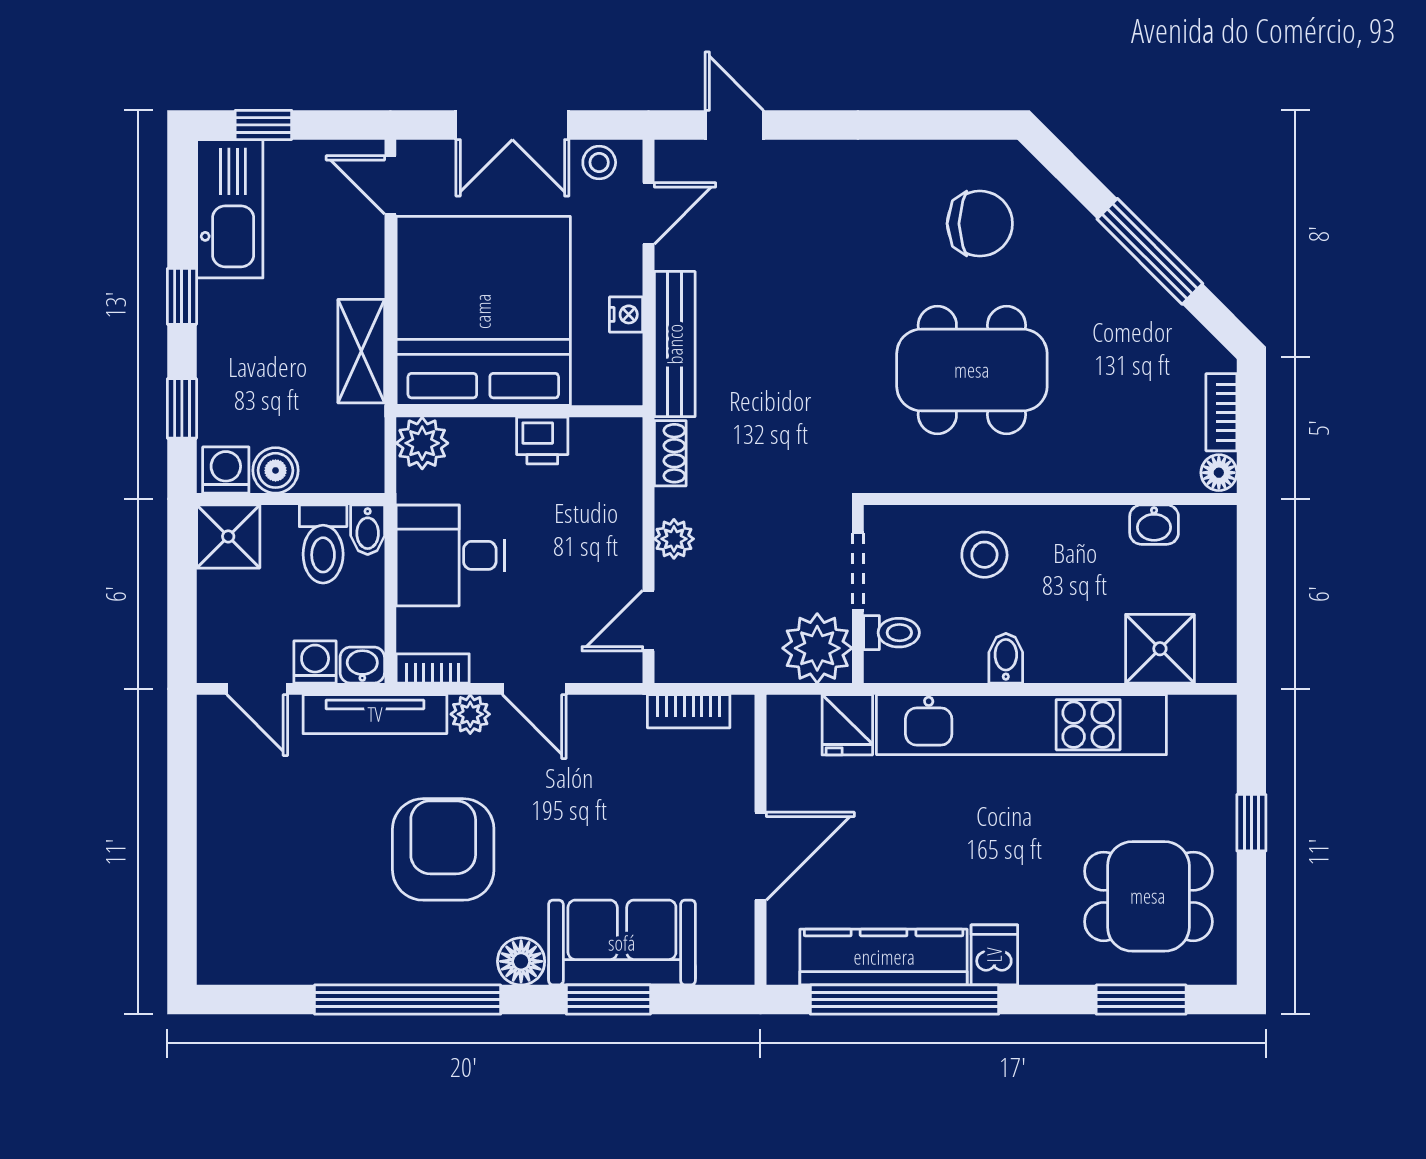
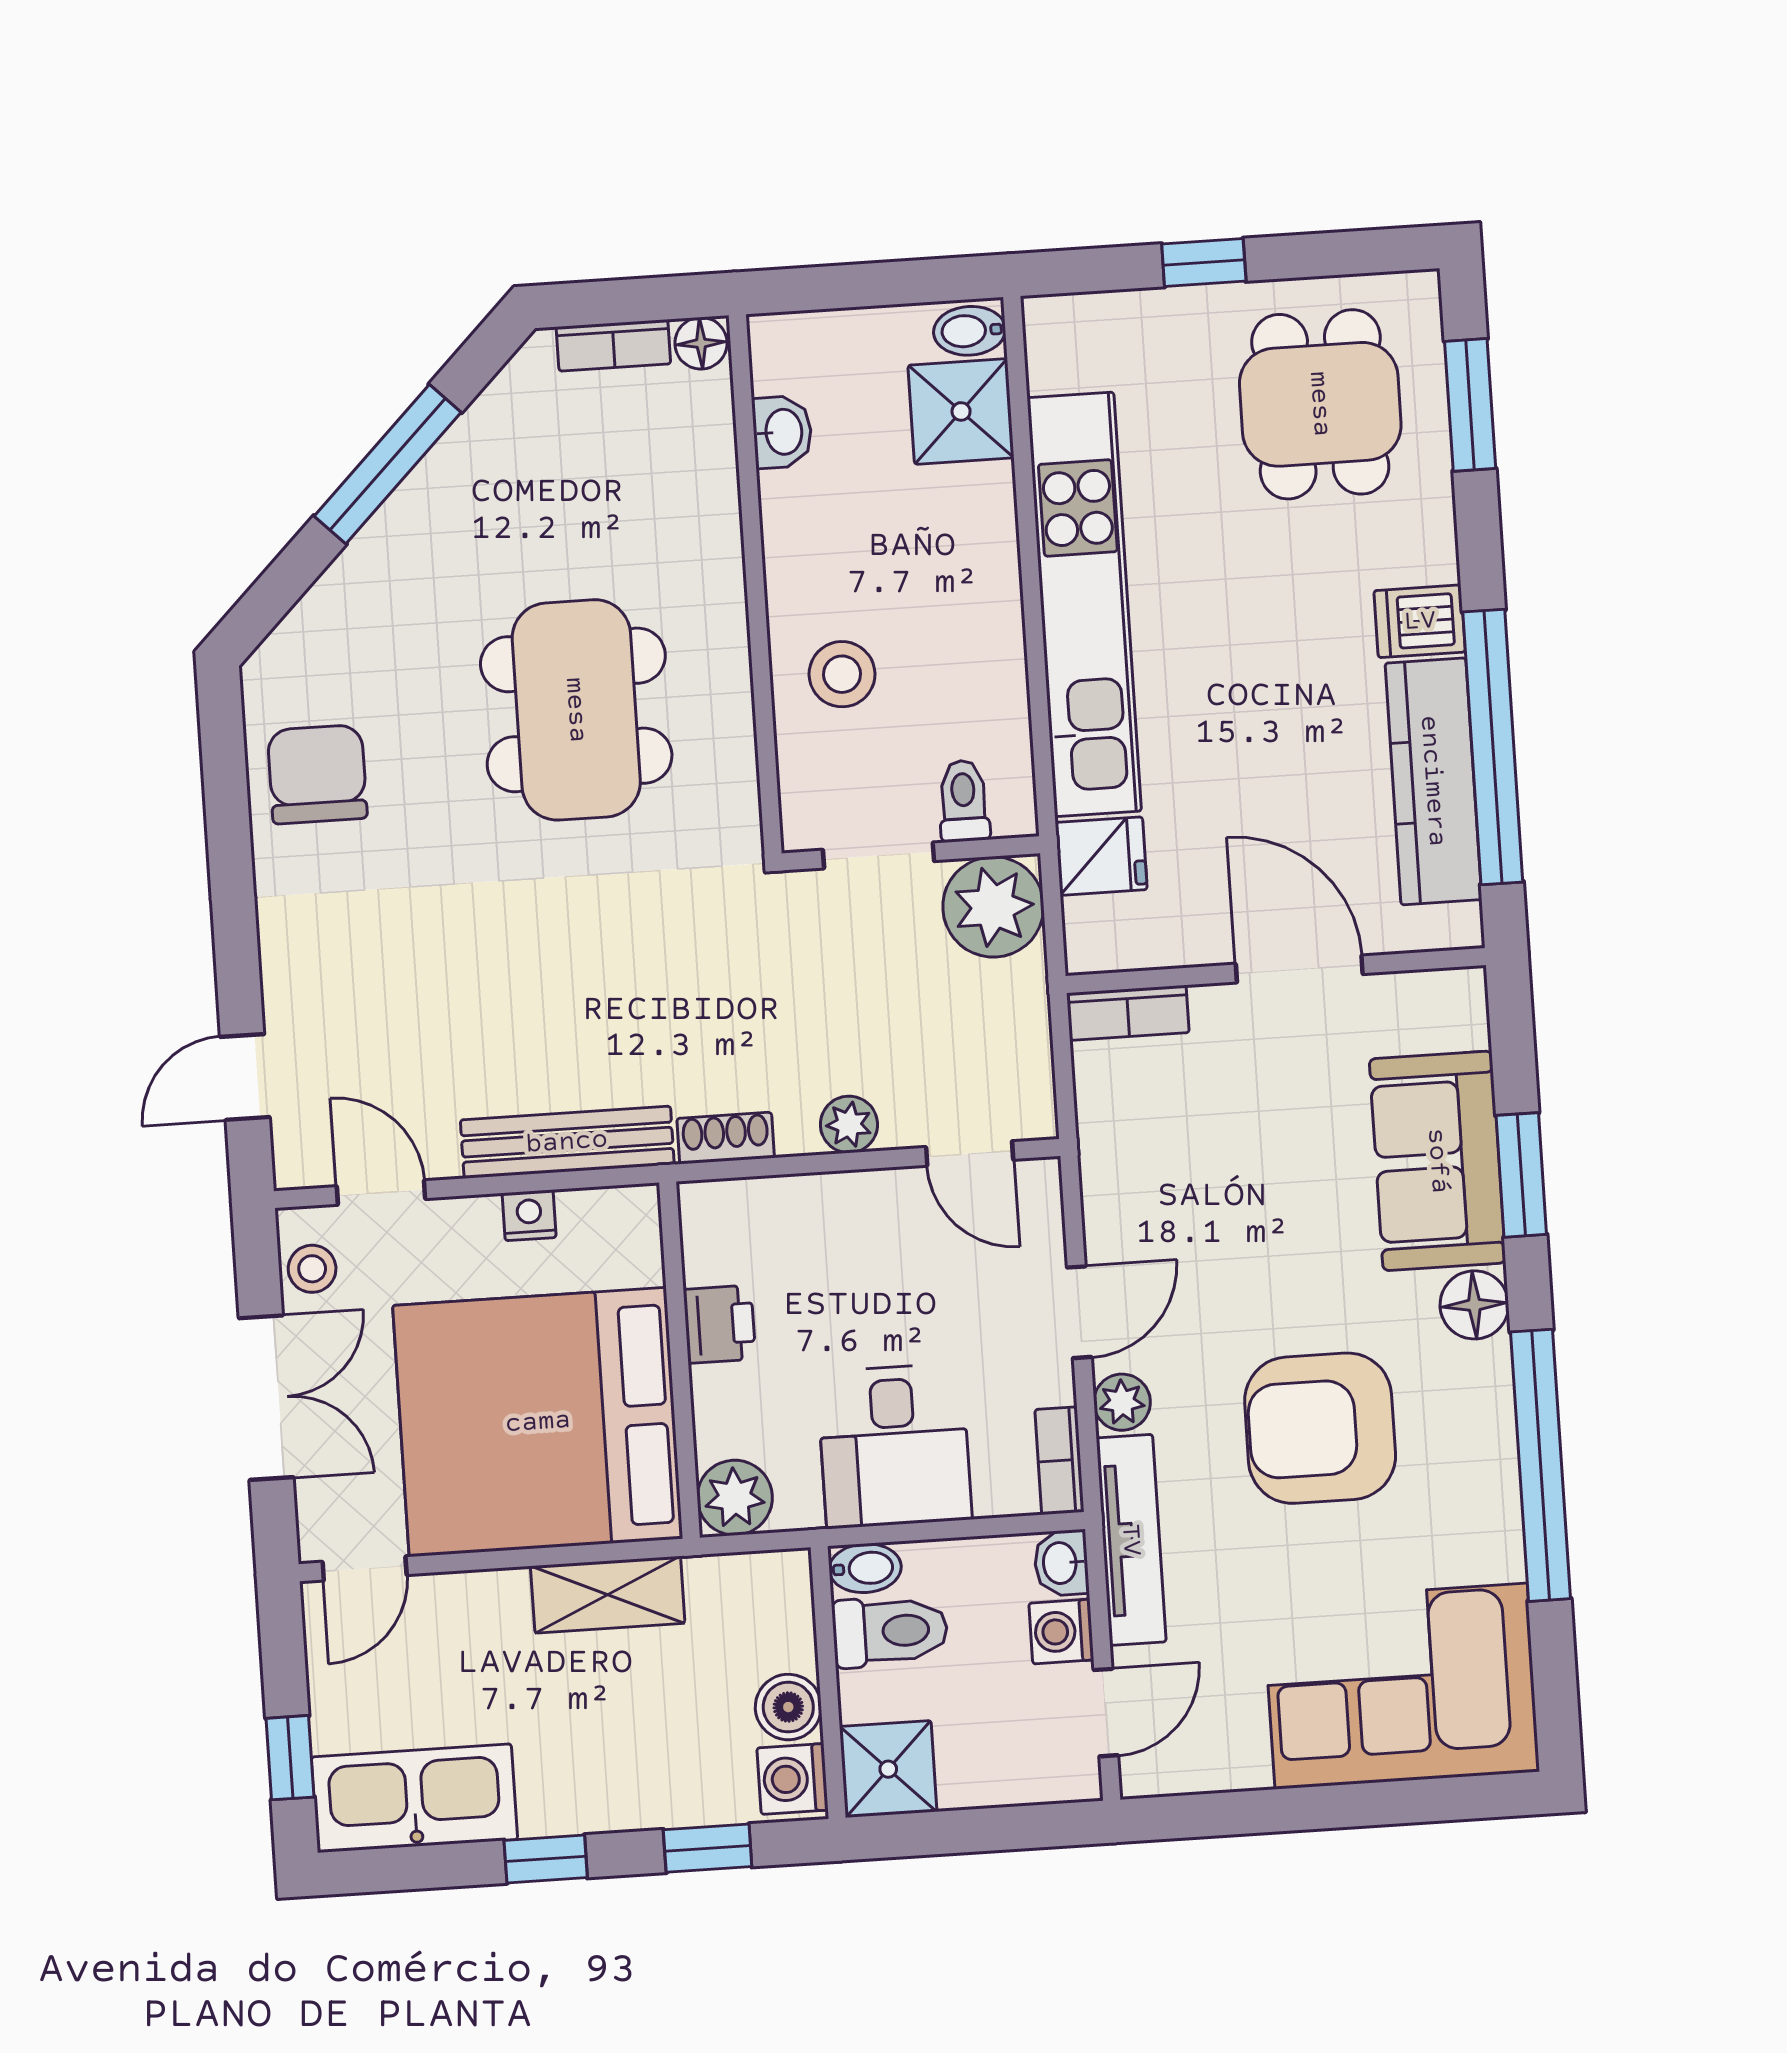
chair: (980, 224) -> (317, 774), moved
bidet: (1006, 658) -> (970, 331), moved
bookcase: (689, 711) -> (1128, 1013), moved, turned 90
corner sofa: (262, 893) -> (1401, 1686), added

